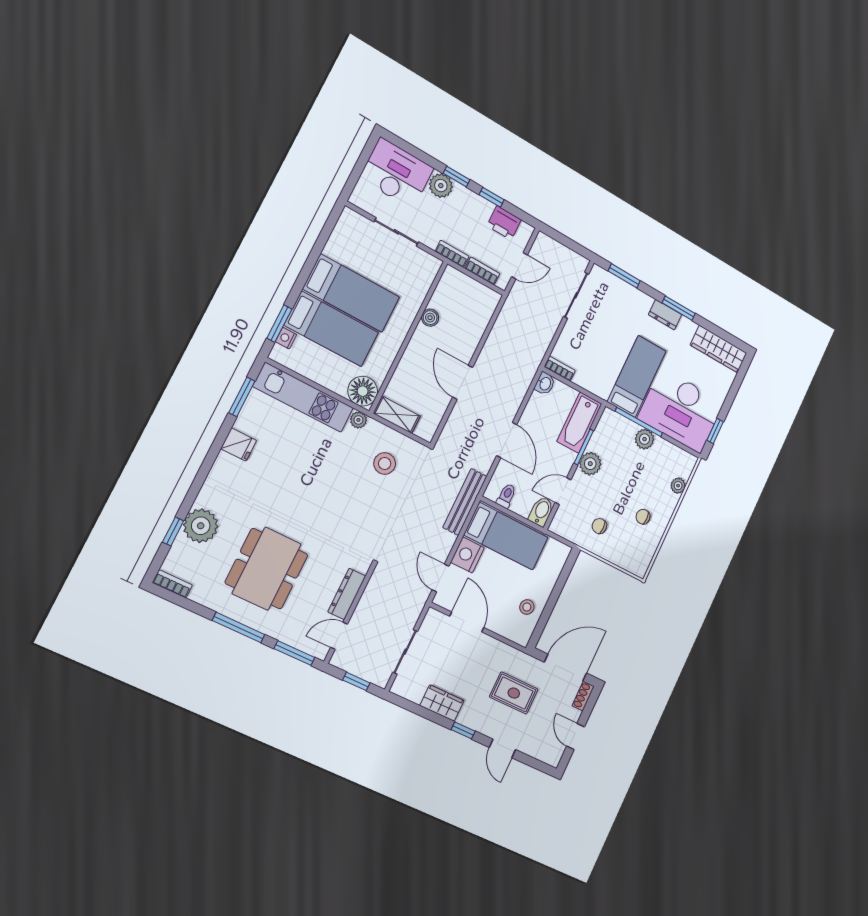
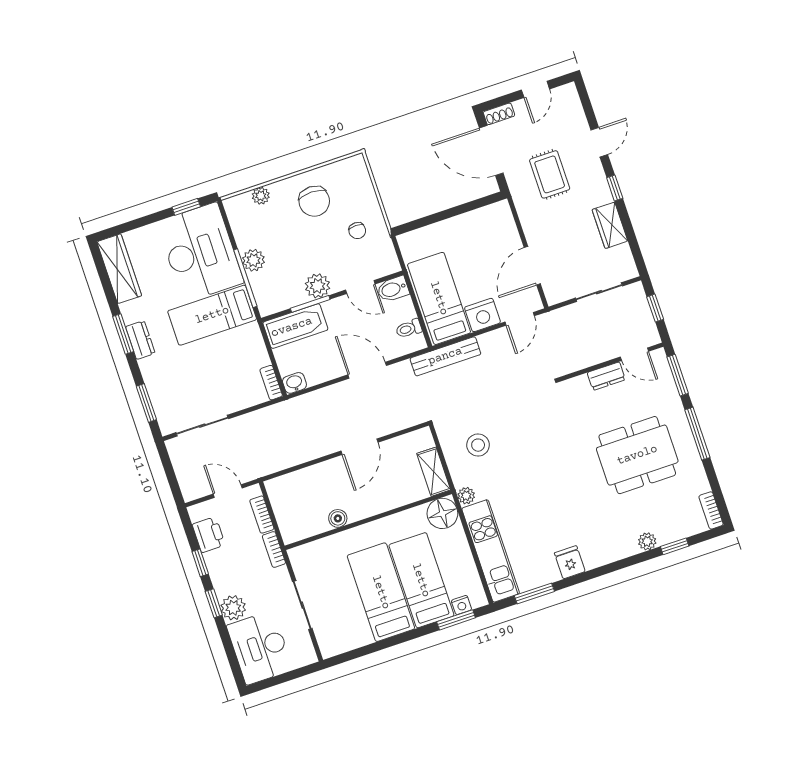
door: (507, 440) -> (367, 370), hinge flipped
chair: (643, 517) -> (314, 201), width x1.87, depth x1.87
plant: (201, 526) -> (647, 541), width x0.53, depth x0.53
dresser: (347, 594) -> (606, 376), width x0.70
stool: (527, 607) -> (476, 229), removed

